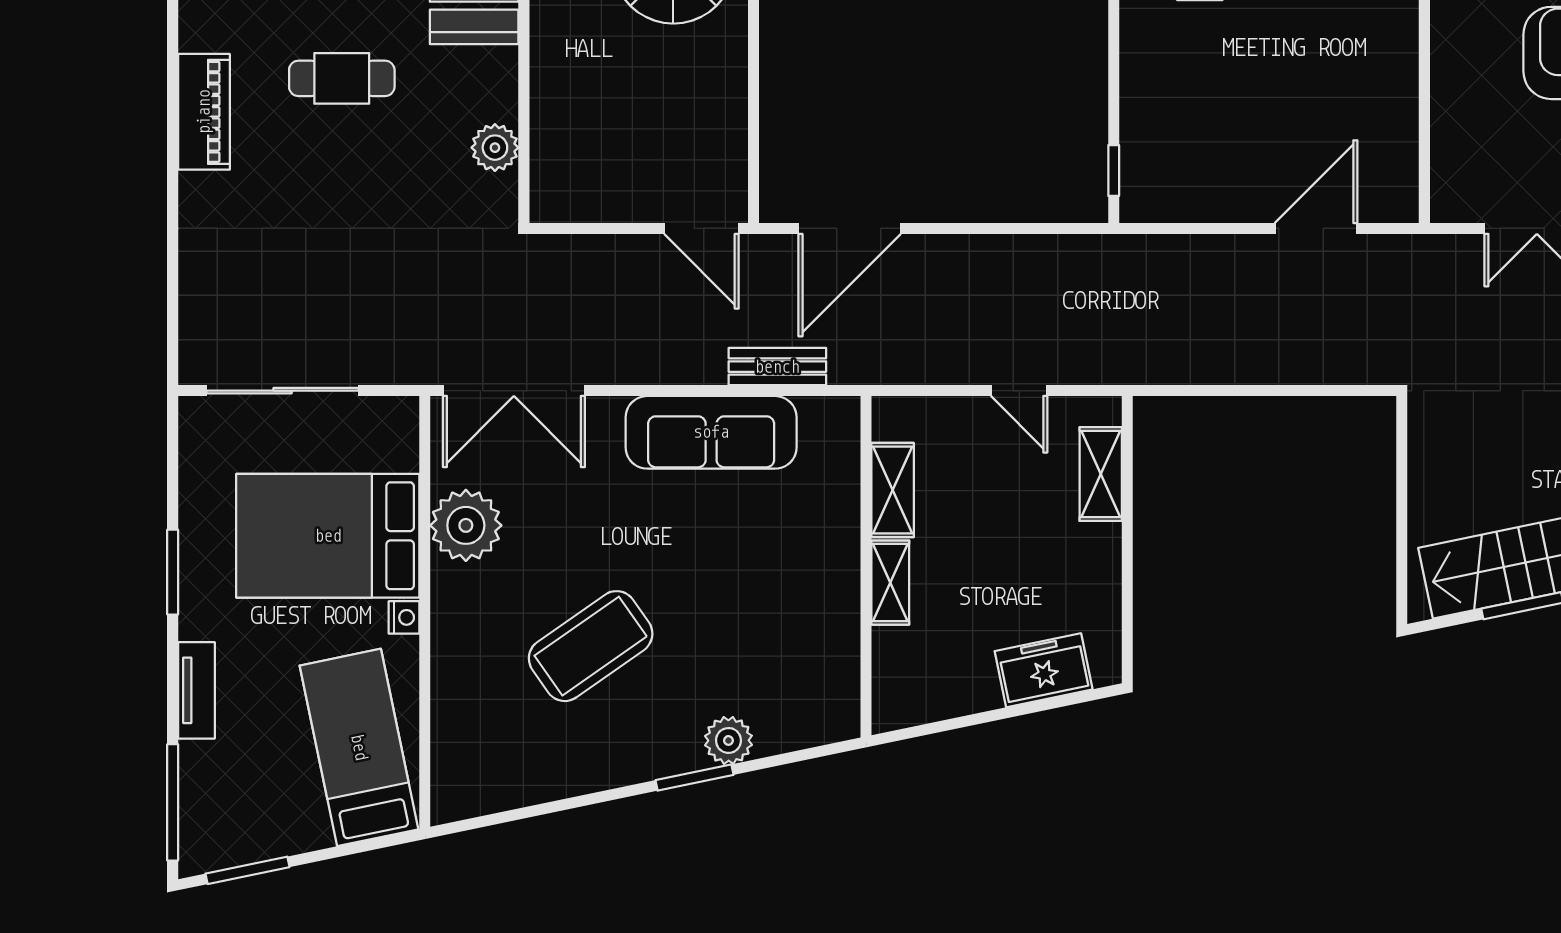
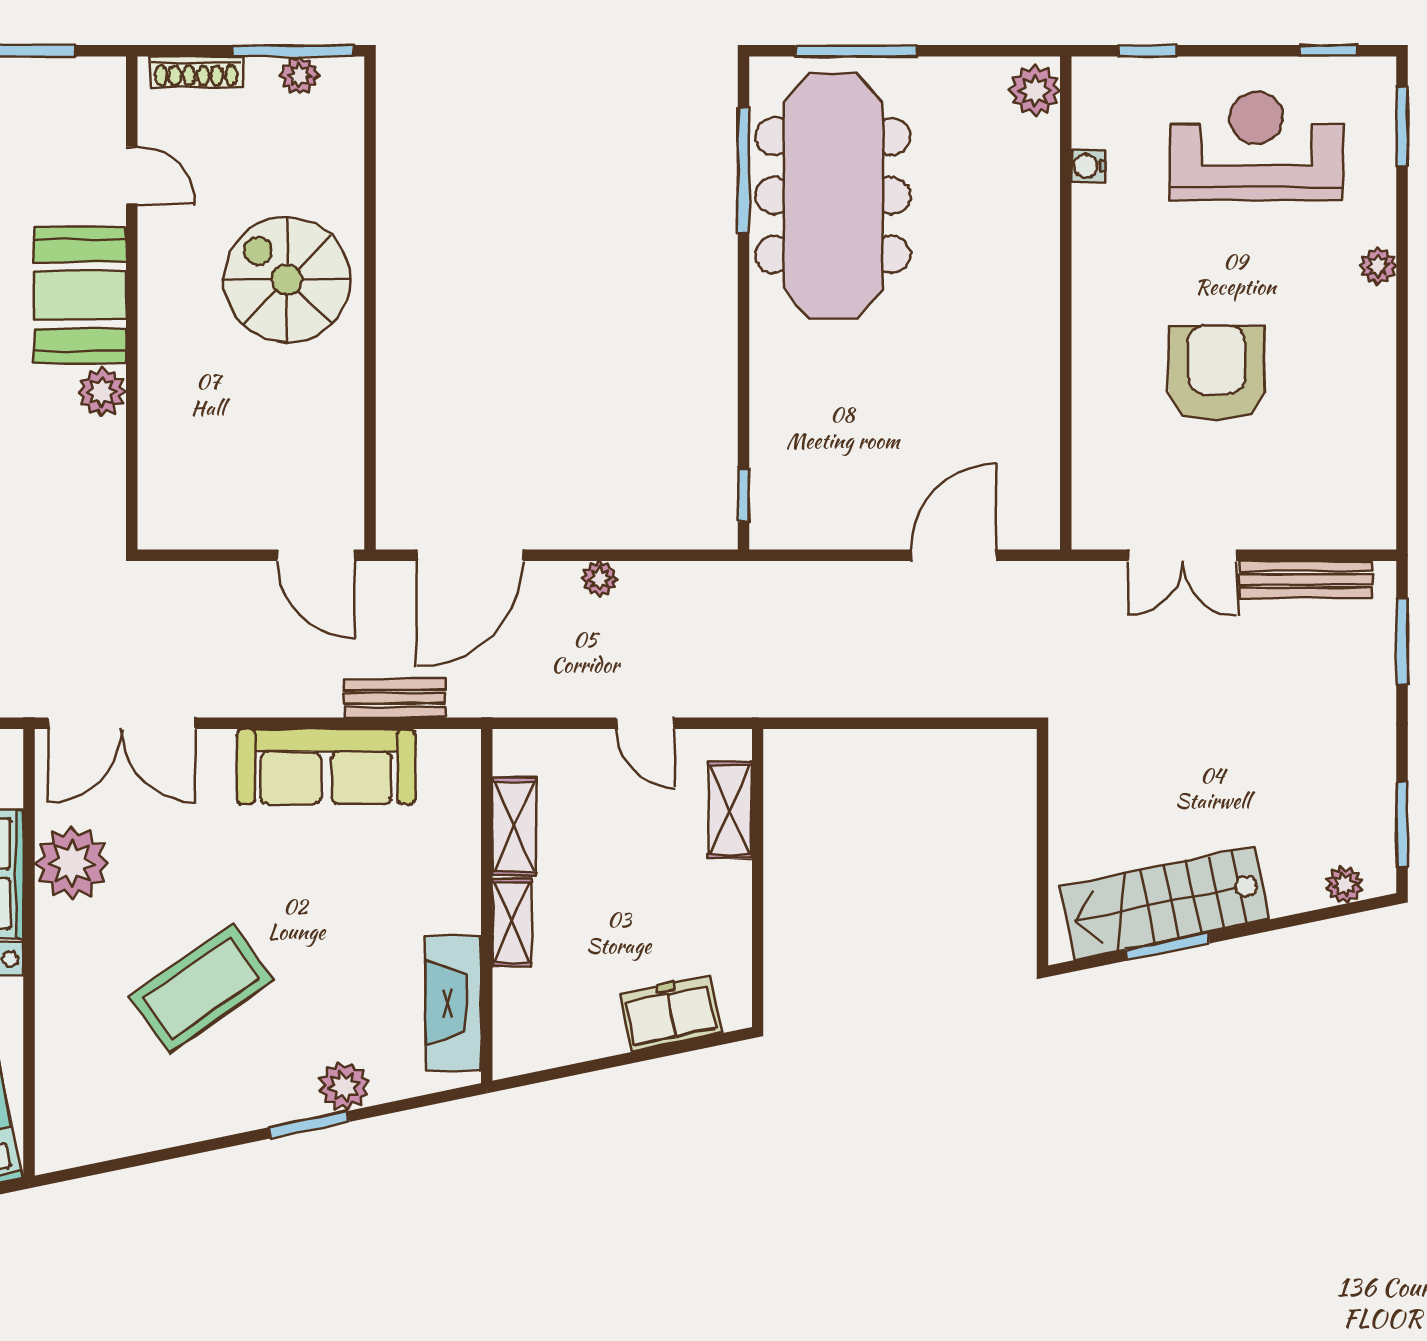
plant: (495, 148) -> (102, 392), moved
plant: (975, 251) -> (600, 578), added
fireplace: (834, 660) -> (453, 1003), added

